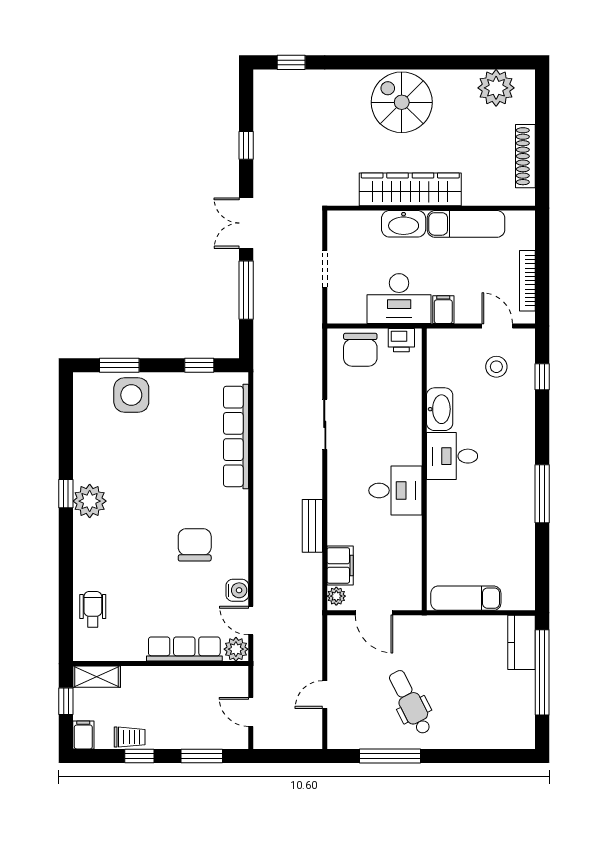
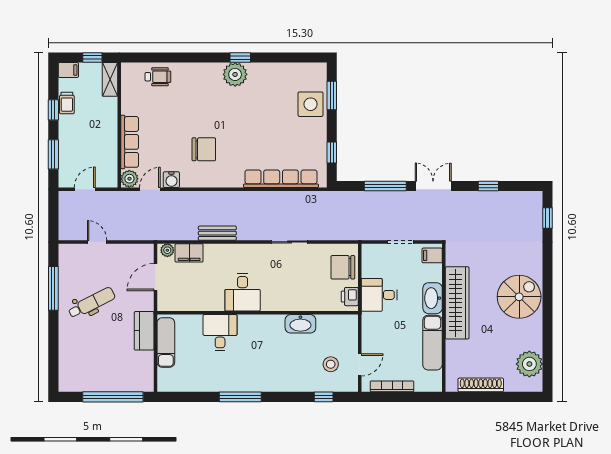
desk: (399, 299) -> (379, 295), width x0.73
filing cabinet: (443, 310) -> (432, 255), moved, turned 180
desk: (452, 456) -> (220, 333), moved
kitchen counter: (522, 642) -> (144, 331), moved, turned -90

